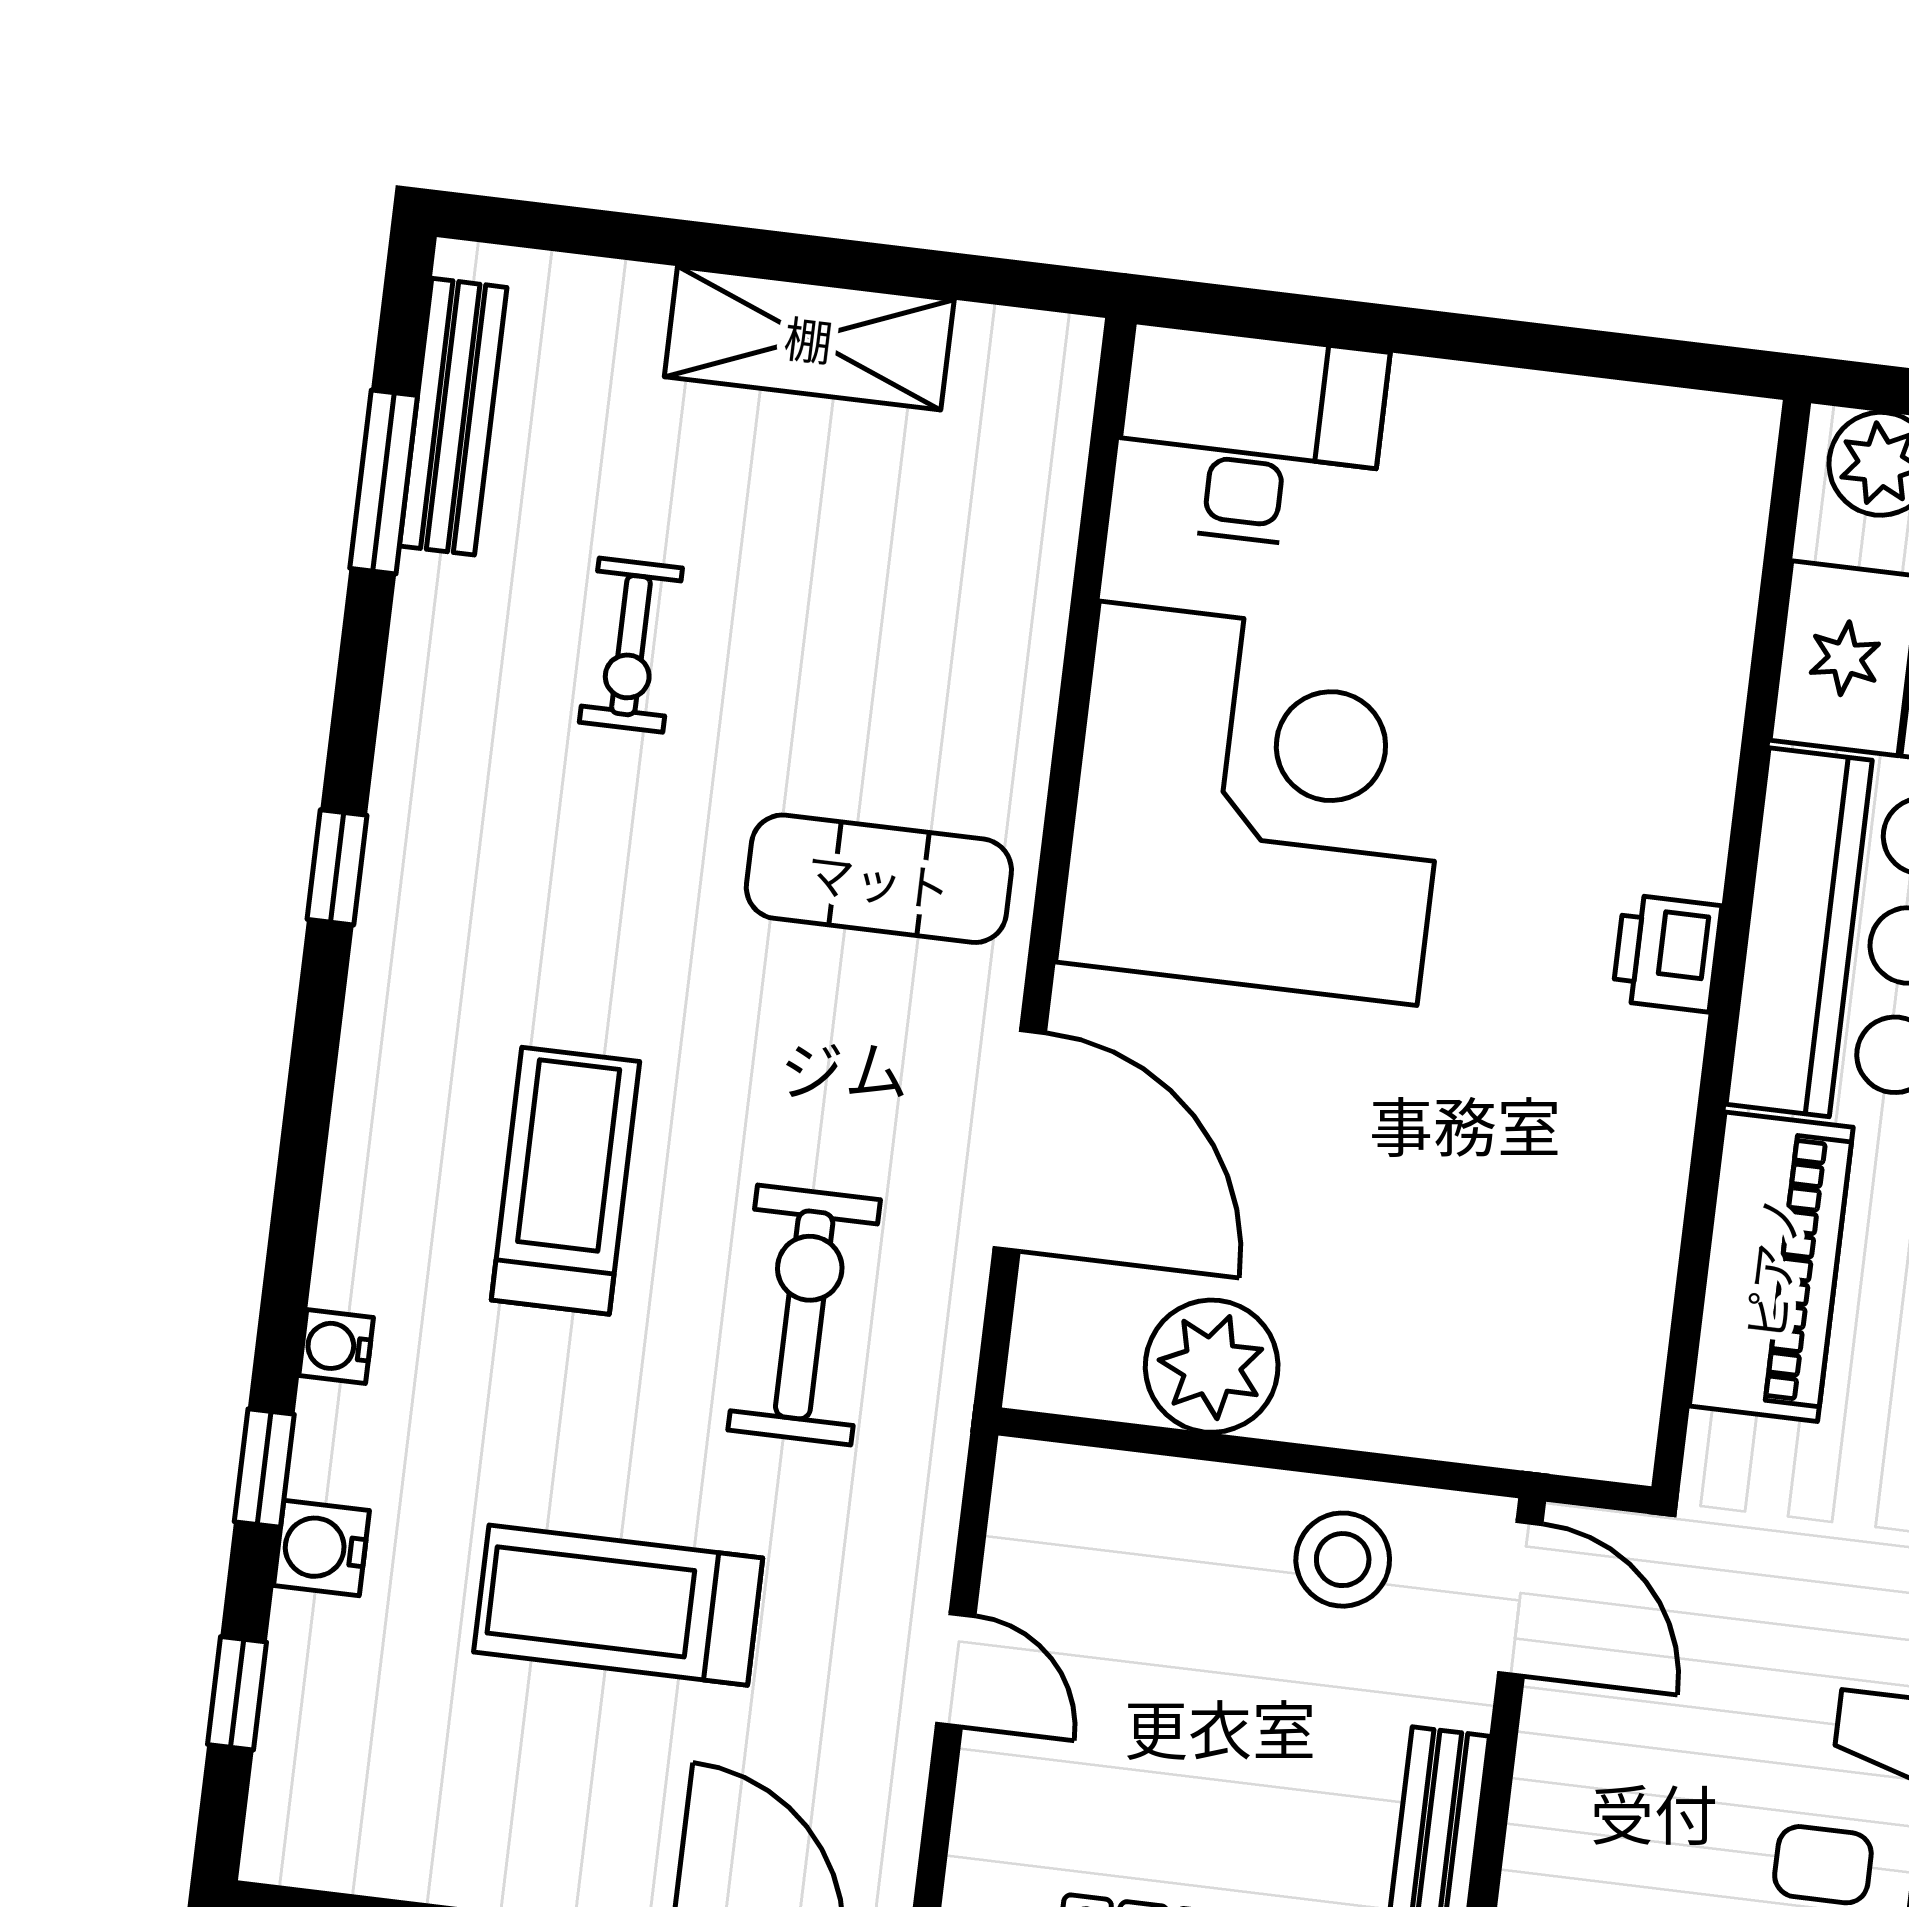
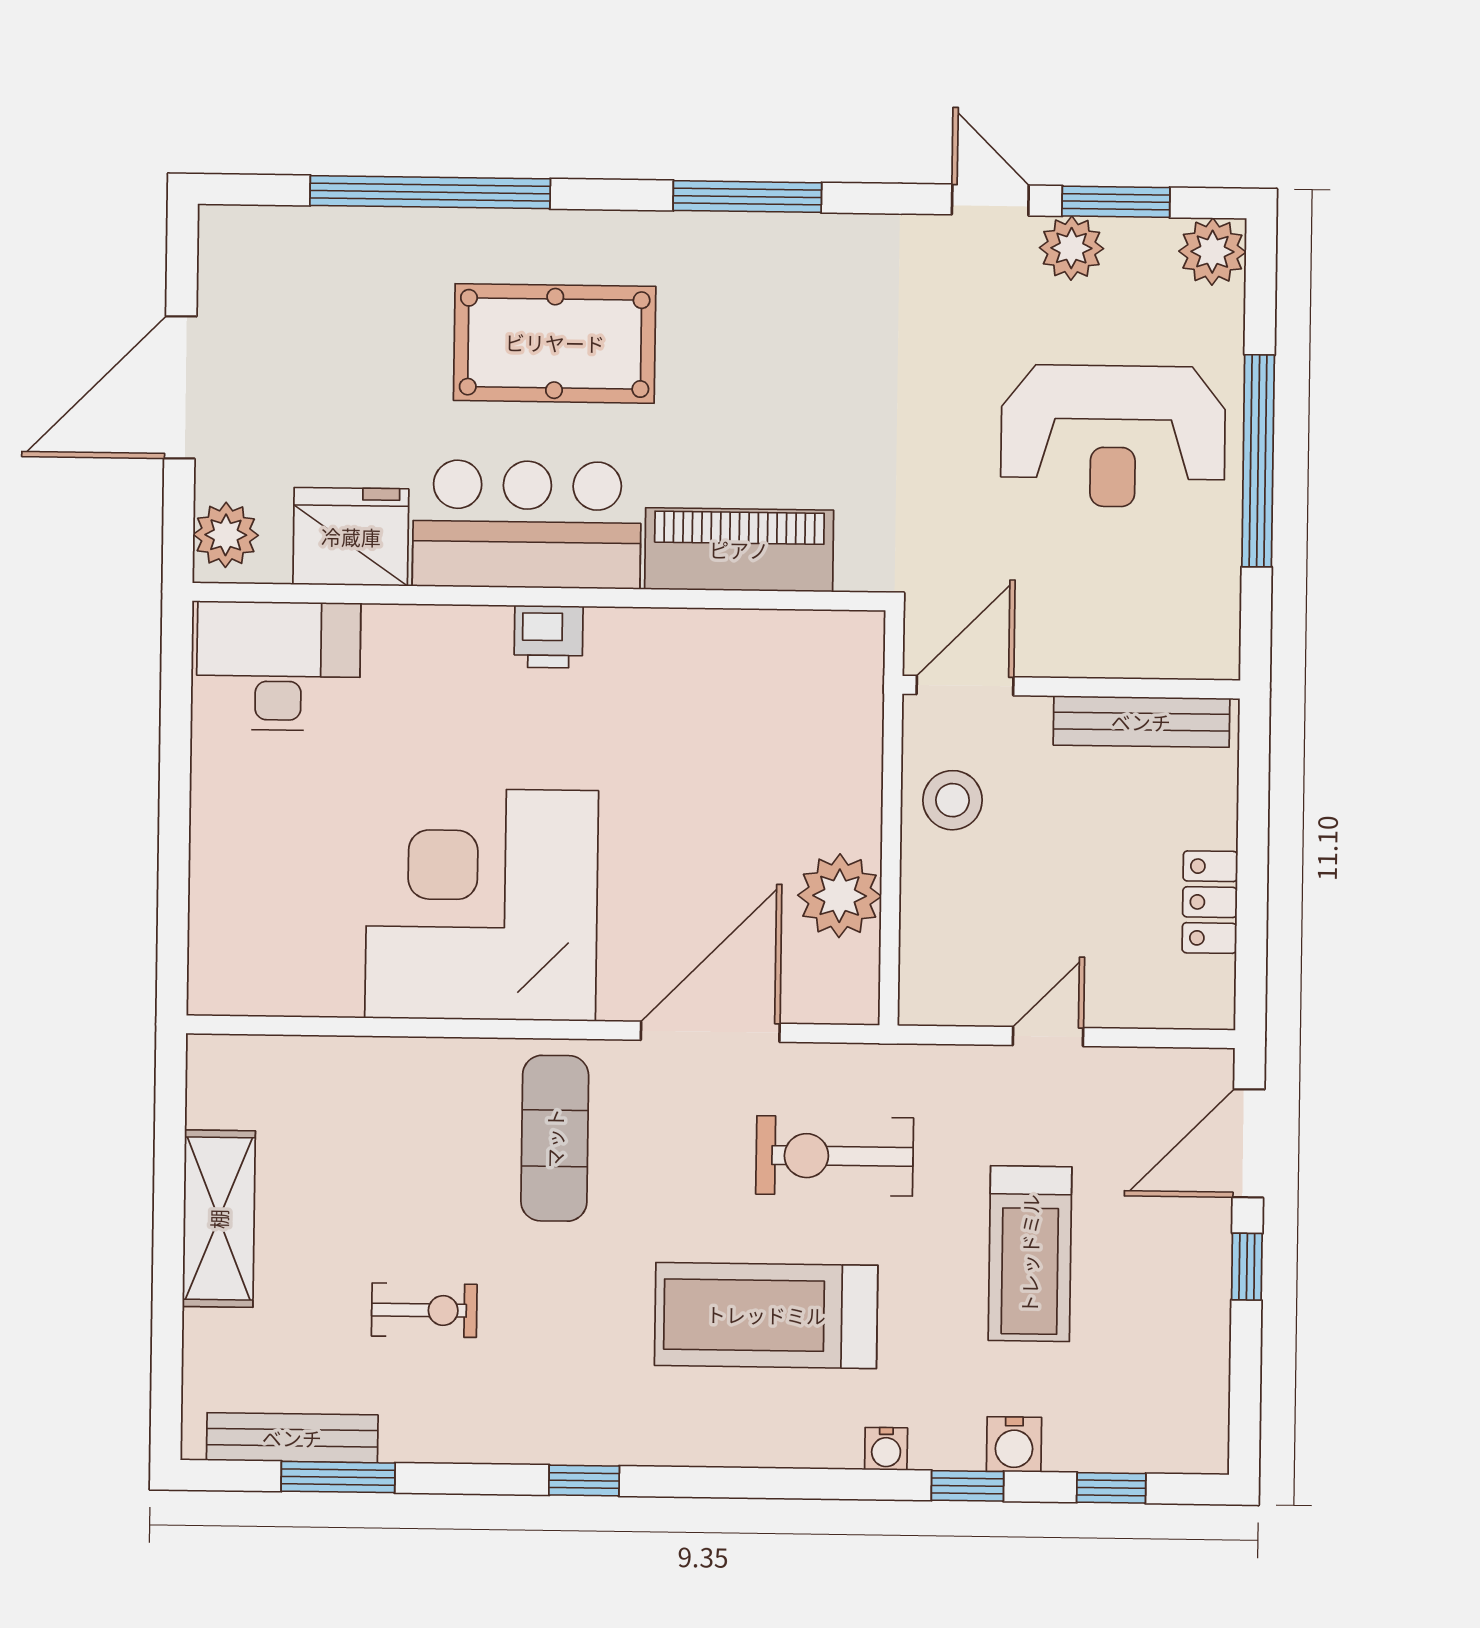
desk: (1250, 437) -> (278, 666), moved, turned 90
treadmill: (565, 1181) -> (766, 1315), width x1.37, depth x1.38

